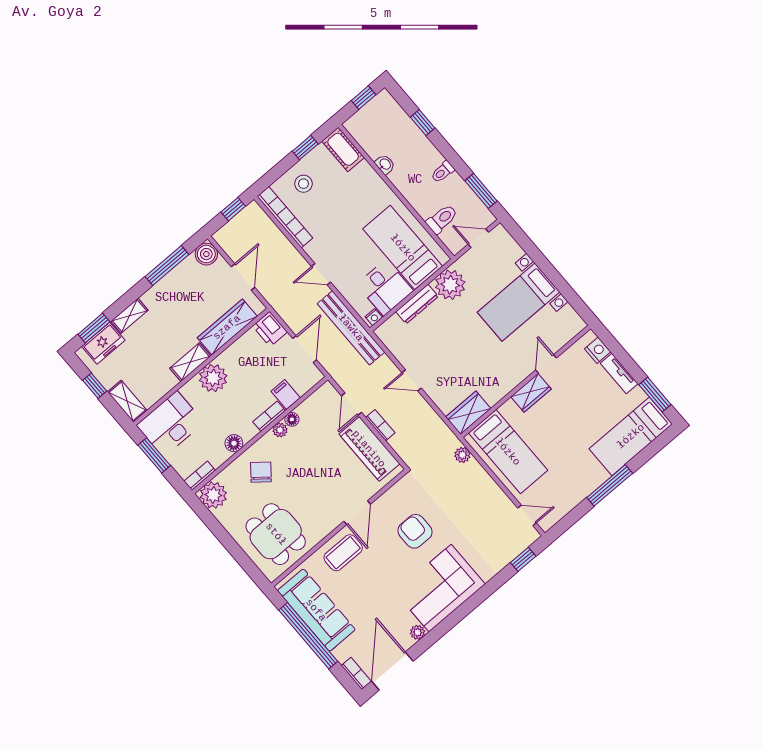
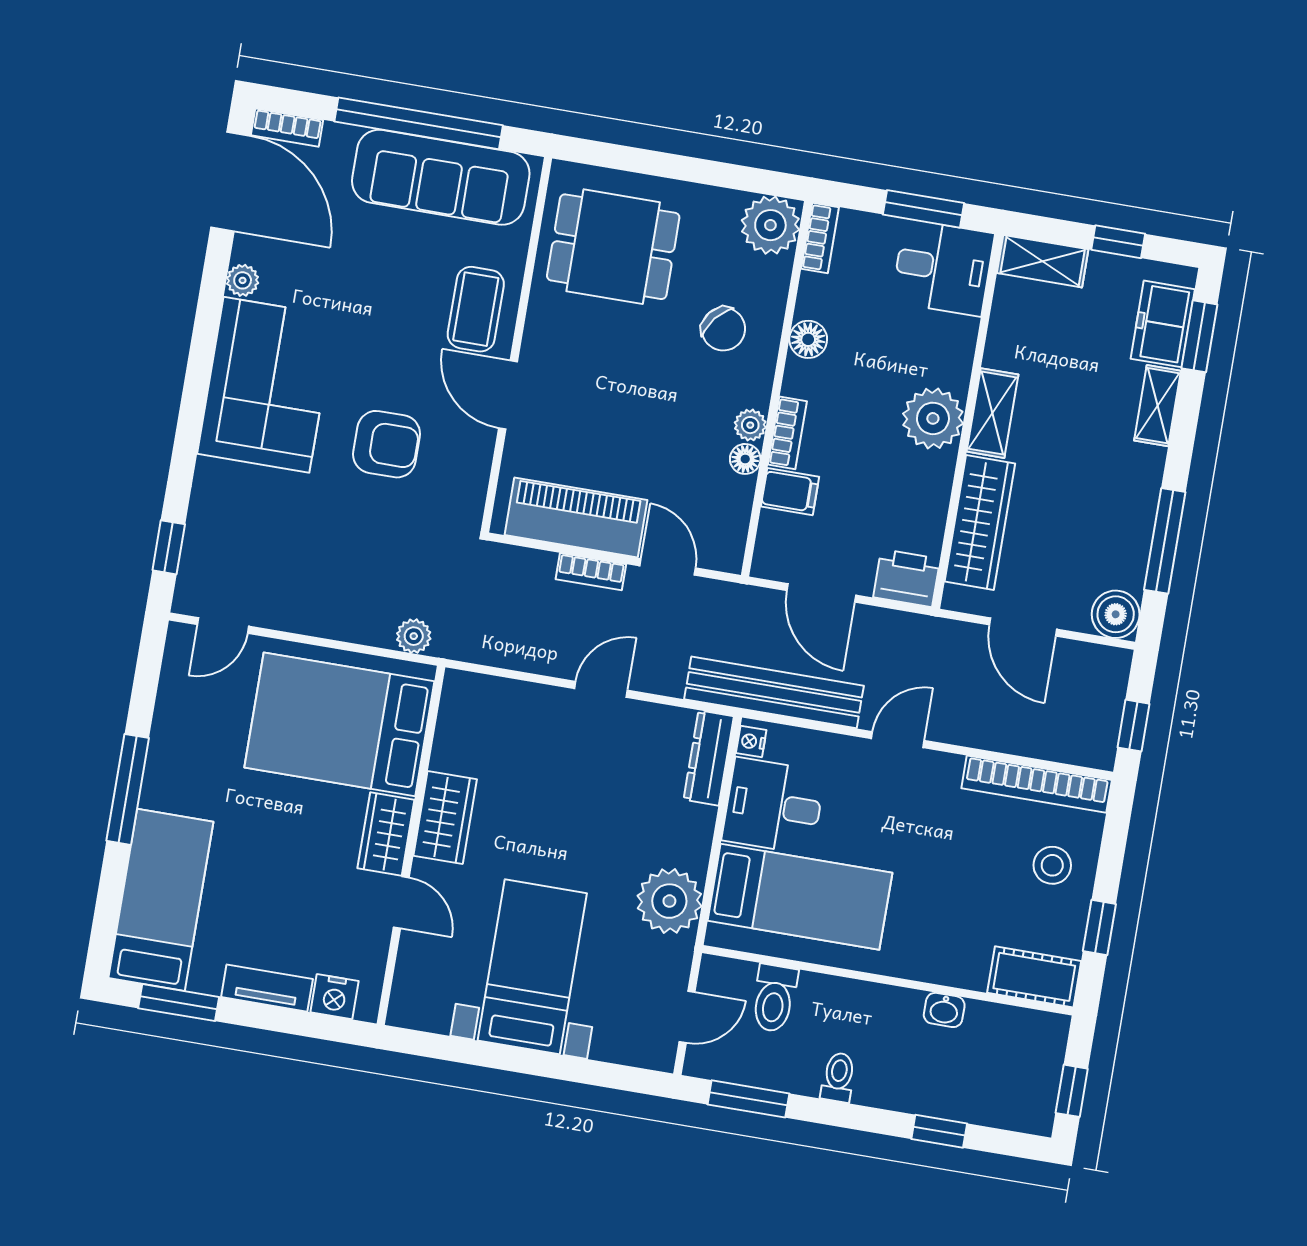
dresser: (417, 304) -> (709, 758), moved
wardrobe: (468, 413) -> (445, 818), moved
desk: (170, 424) -> (943, 268), width x0.73
bed: (508, 452) -> (339, 724), width x1.50

